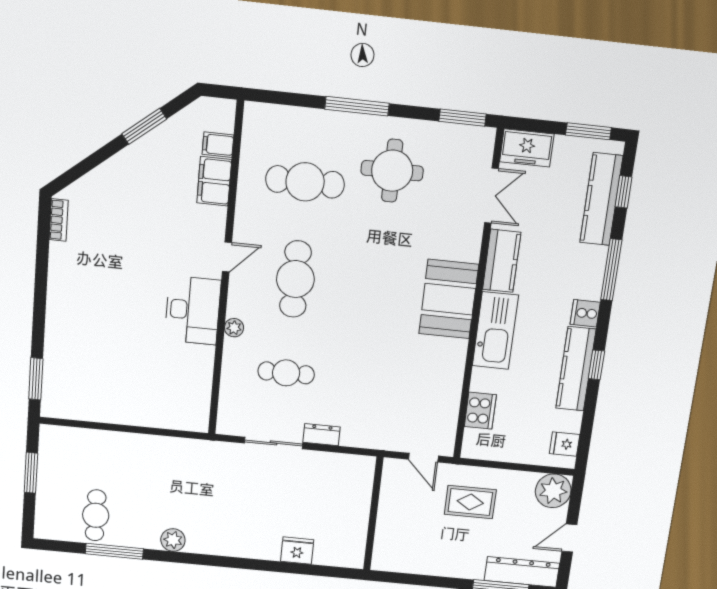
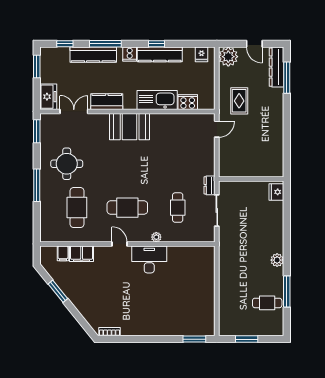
kitchen counter: (601, 199) -> (93, 55), moved
kitchen sink: (495, 331) -> (157, 100), moved
wall: (373, 514) -> (251, 179), moved

